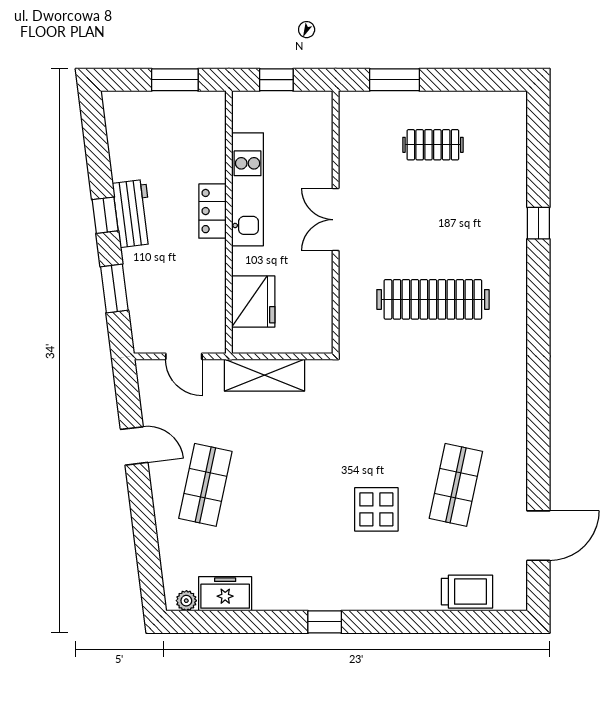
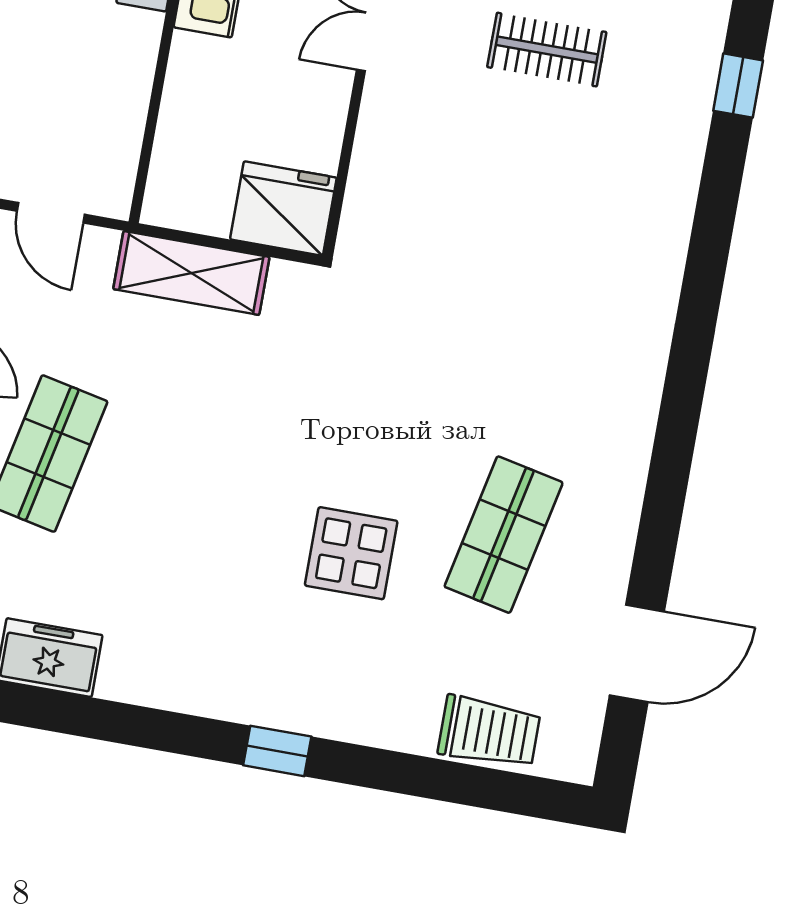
clothes rail: (433, 299) -> (547, 50), moved, width x0.54, depth x0.76
fridge: (253, 302) -> (283, 208), moved, turned -90
window: (325, 622) -> (277, 751), moved

